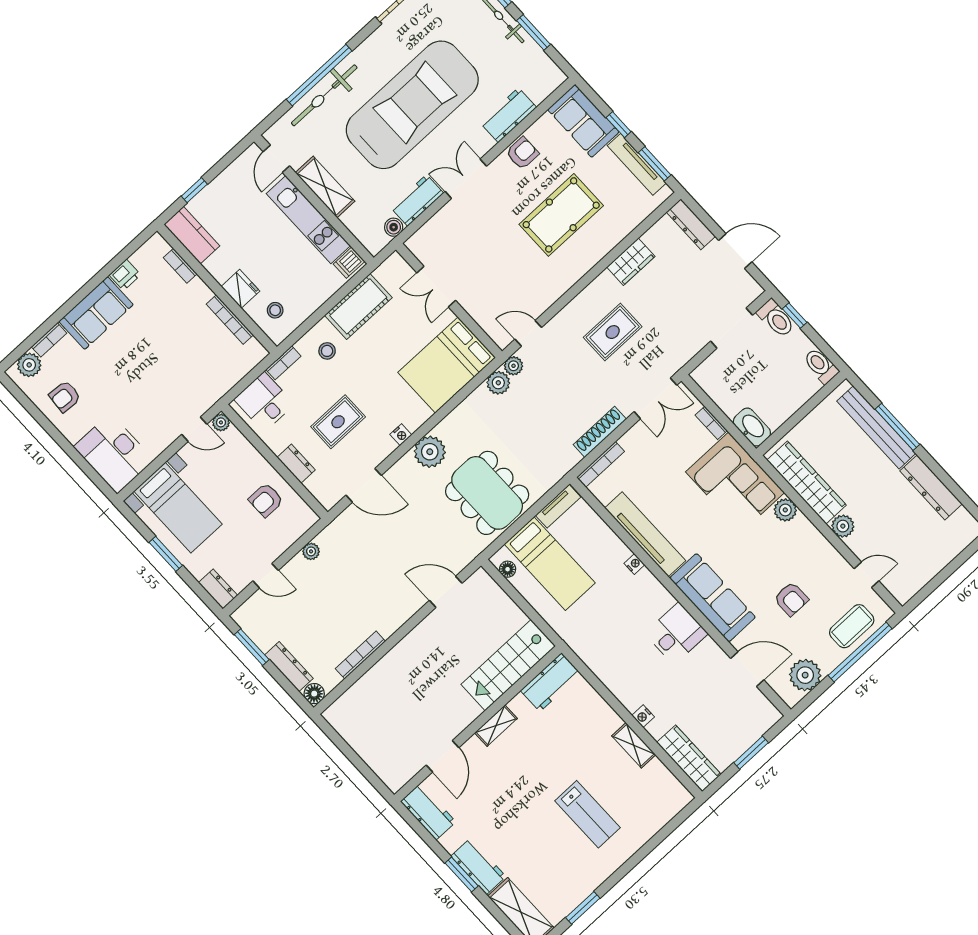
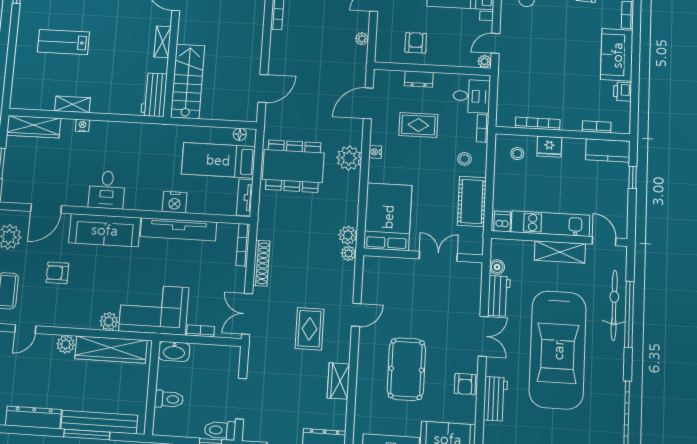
door: (528, 333) -> (356, 315), moved
toilet: (821, 366) -> (169, 399), moved
rug: (338, 422) -> (418, 125), turned 90
nightstand: (634, 564) -> (175, 202), width x1.89, depth x1.79

